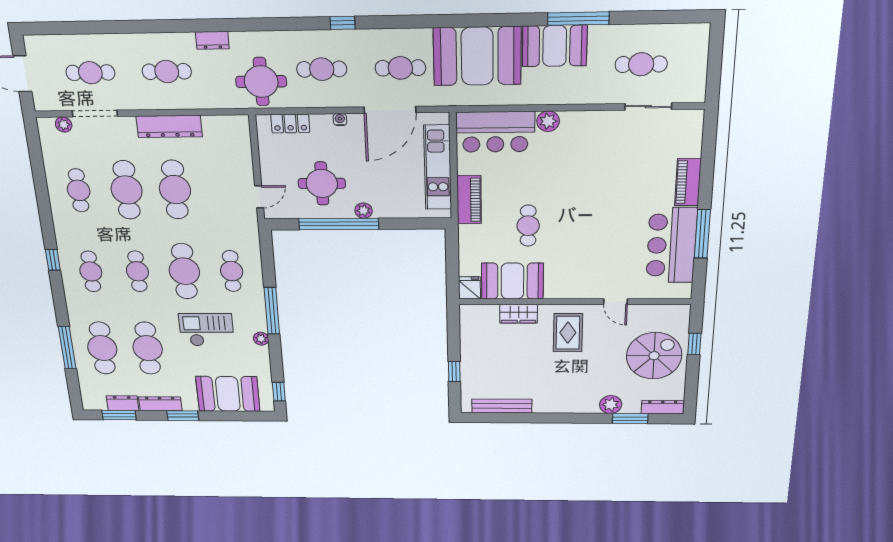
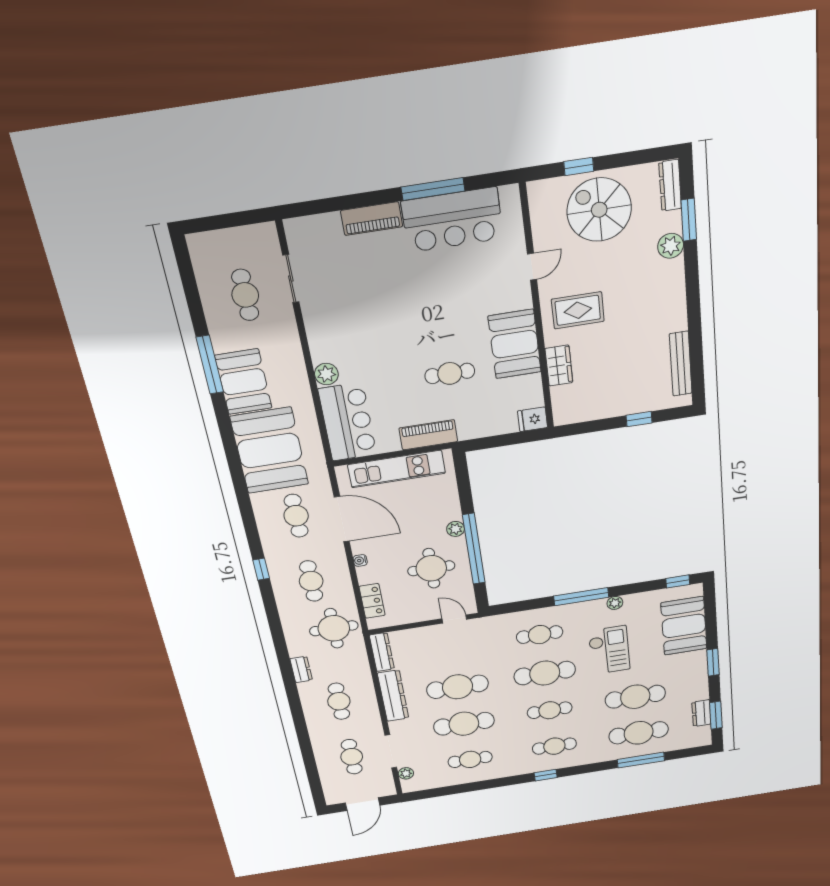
booth: (512, 281) -> (515, 344), moved
checkout: (206, 330) -> (609, 650), turned 180
dresser: (160, 404) -> (382, 652), moved, turned 180

